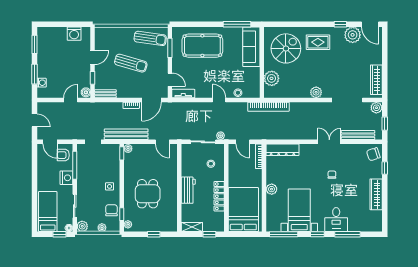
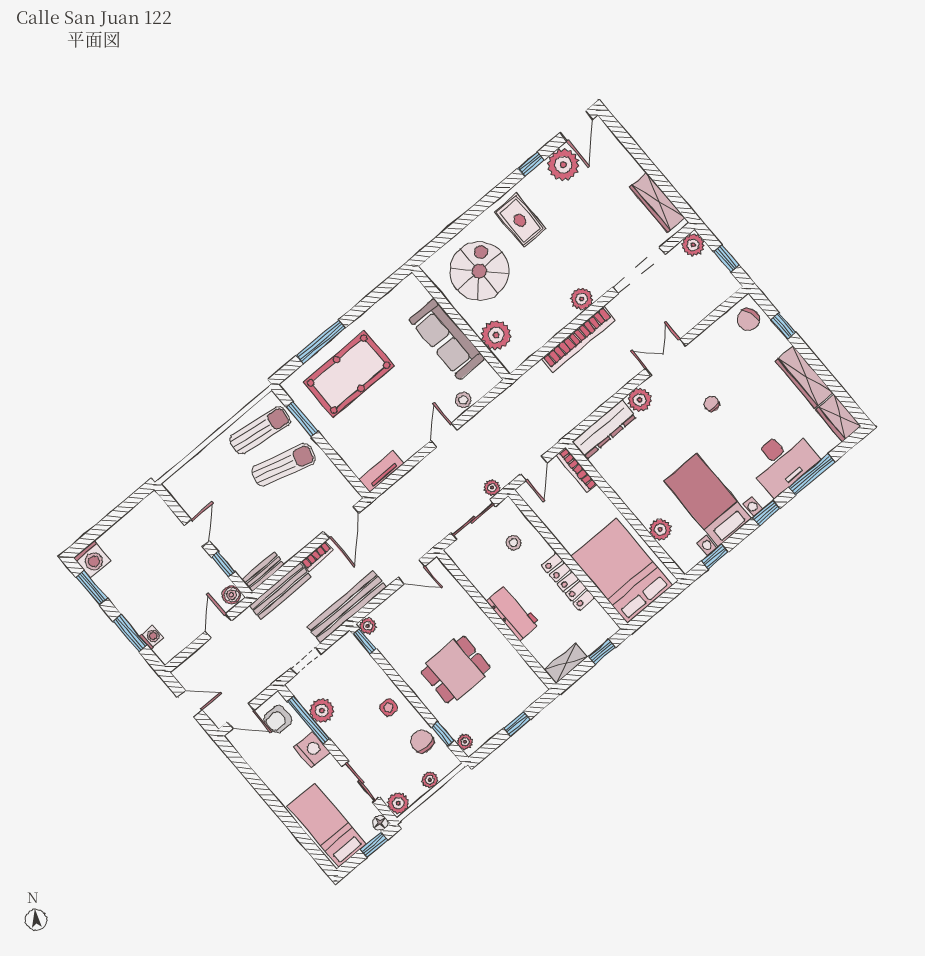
window: (237, 24) -> (321, 342), moved
door: (370, 24) -> (576, 126), hinge flipped
washing machine: (74, 34) -> (92, 559), moved
rug: (318, 42) -> (520, 220), turned 90
sofa: (251, 47) -> (447, 339), moved
sun lounger: (131, 63) -> (284, 465), moved
door: (170, 80) -> (343, 468), removed
door: (219, 100) -> (444, 435), hinge flipped
bookcase: (268, 107) -> (579, 339), moved
bench: (358, 135) -> (280, 591), moved
door: (243, 142) -> (534, 468), hinge flipped
plant: (306, 150) -> (640, 400), added
plant: (83, 166) -> (322, 711), added
plant: (272, 189) -> (660, 529), moved
dining table: (148, 194) -> (456, 670), turned 90
desk: (336, 220) -> (782, 461), width x1.37
wardrobe: (376, 221) -> (838, 418), added
window: (284, 234) -> (715, 557), width x0.46

